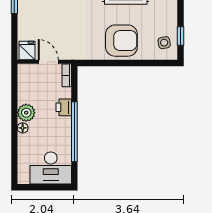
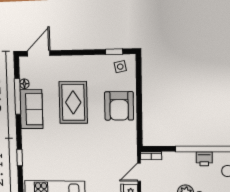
armchair: (121, 41) -> (119, 106), turned 180
printer: (64, 107) -> (204, 159), moved

